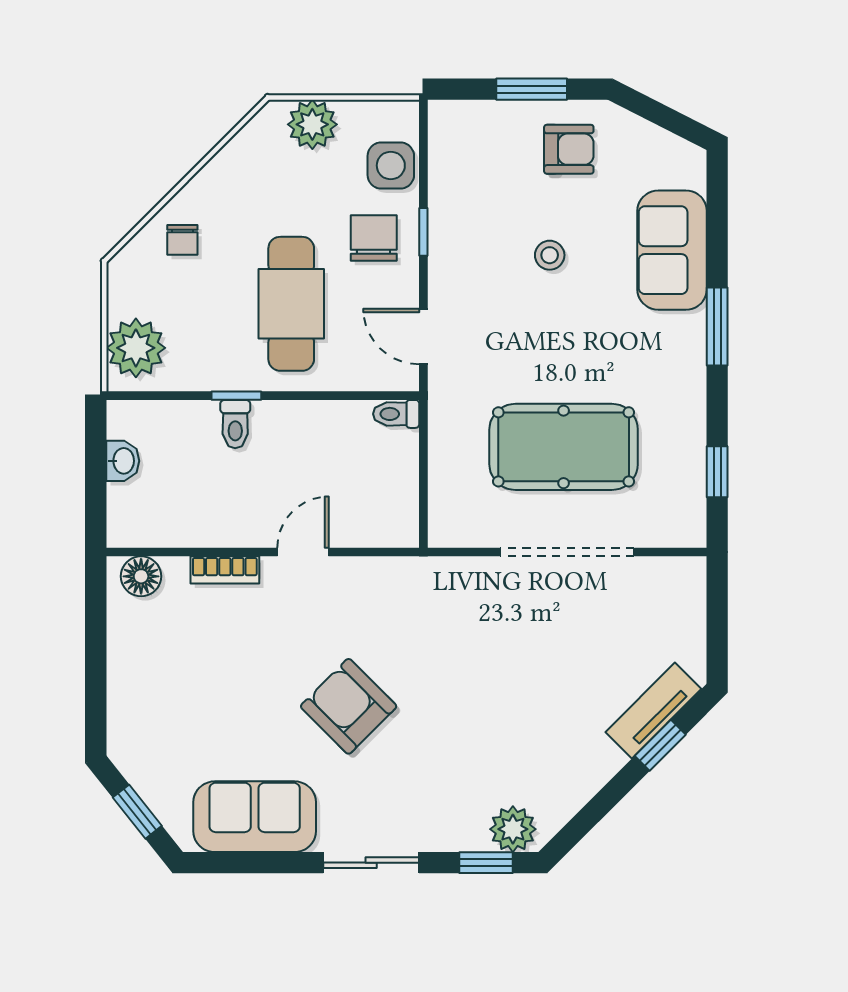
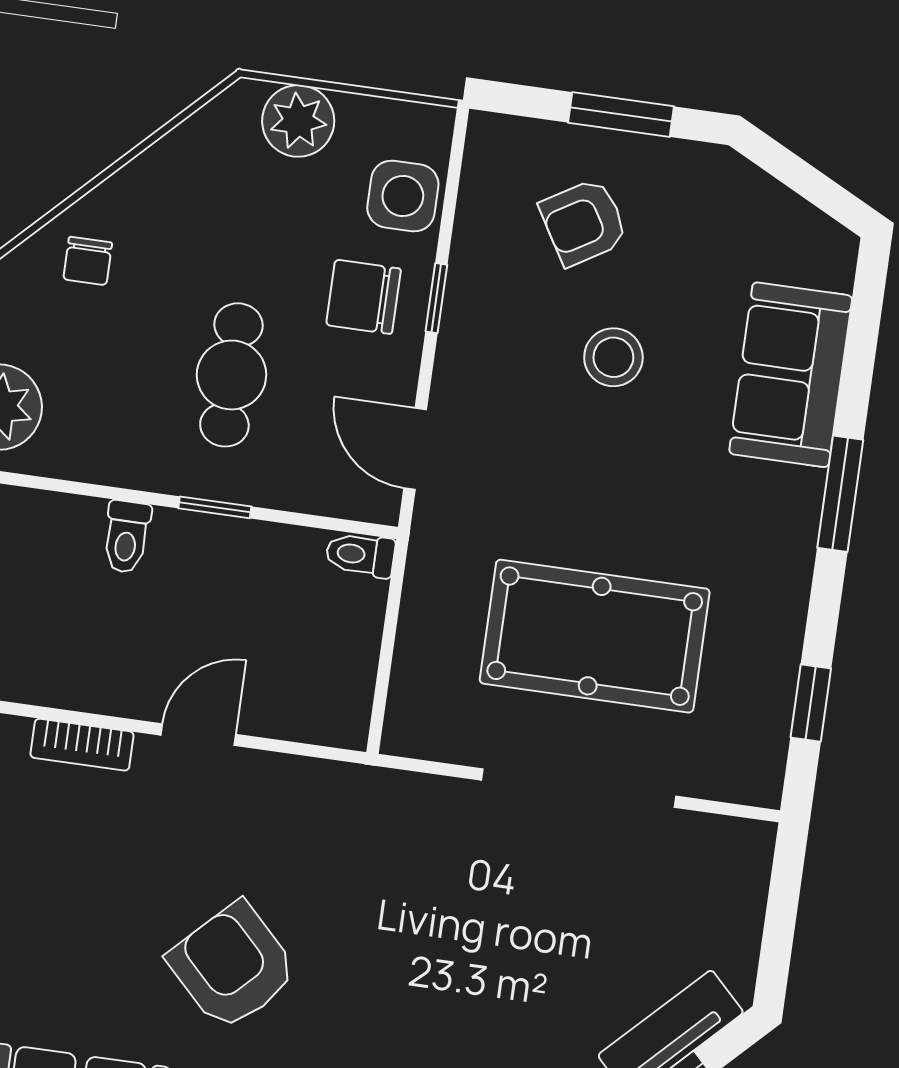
armchair: (569, 149) -> (584, 222), moved, turned 149
chair: (374, 238) -> (363, 297), turned -90
stool: (550, 255) -> (613, 357), width x1.37, depth x1.37
cafe table: (291, 304) -> (231, 375), width x0.73, depth x0.74
window: (236, 396) -> (215, 507), moved

